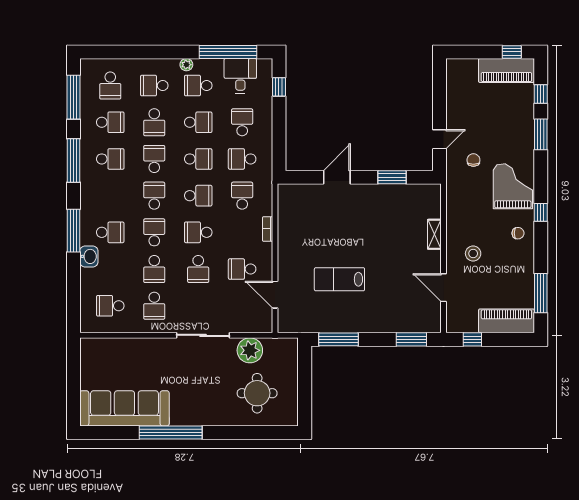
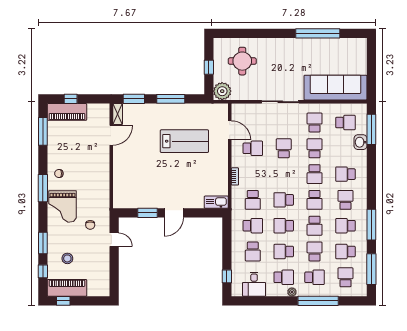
window: (228, 52) -> (318, 301), moved
door: (440, 139) -> (114, 240), swing flipped
door: (337, 177) -> (174, 213), moved
kitchen sink: (294, 192) -> (216, 202), added
window: (541, 212) -> (43, 188), width x2.17
window: (73, 231) -> (371, 129), moved
school desk: (198, 232) -> (345, 200), moved, turned -90
shelving: (434, 234) -> (118, 114), moved
stool: (473, 253) -> (67, 258), moved
washbasin: (89, 256) -> (361, 142), moved
lab bench: (339, 279) -> (184, 141), width x1.36, depth x1.39
door: (444, 288) -> (111, 135), hinge flipped
window: (338, 339) -> (171, 99), moved
window: (472, 339) -> (71, 99), moved
plant: (250, 350) -> (222, 91), moved
window: (305, 385) -> (209, 67), added
sofa: (124, 408) -> (335, 88), moved, turned 180
window: (171, 432) -> (318, 33), moved

